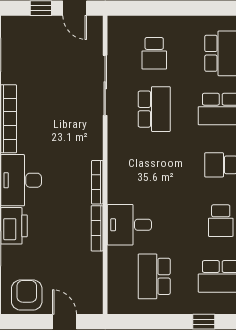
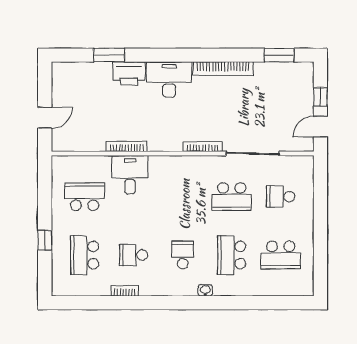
bookcase: (97, 182) -> (203, 147), moved
armchair: (27, 295) -> (68, 85), removed

